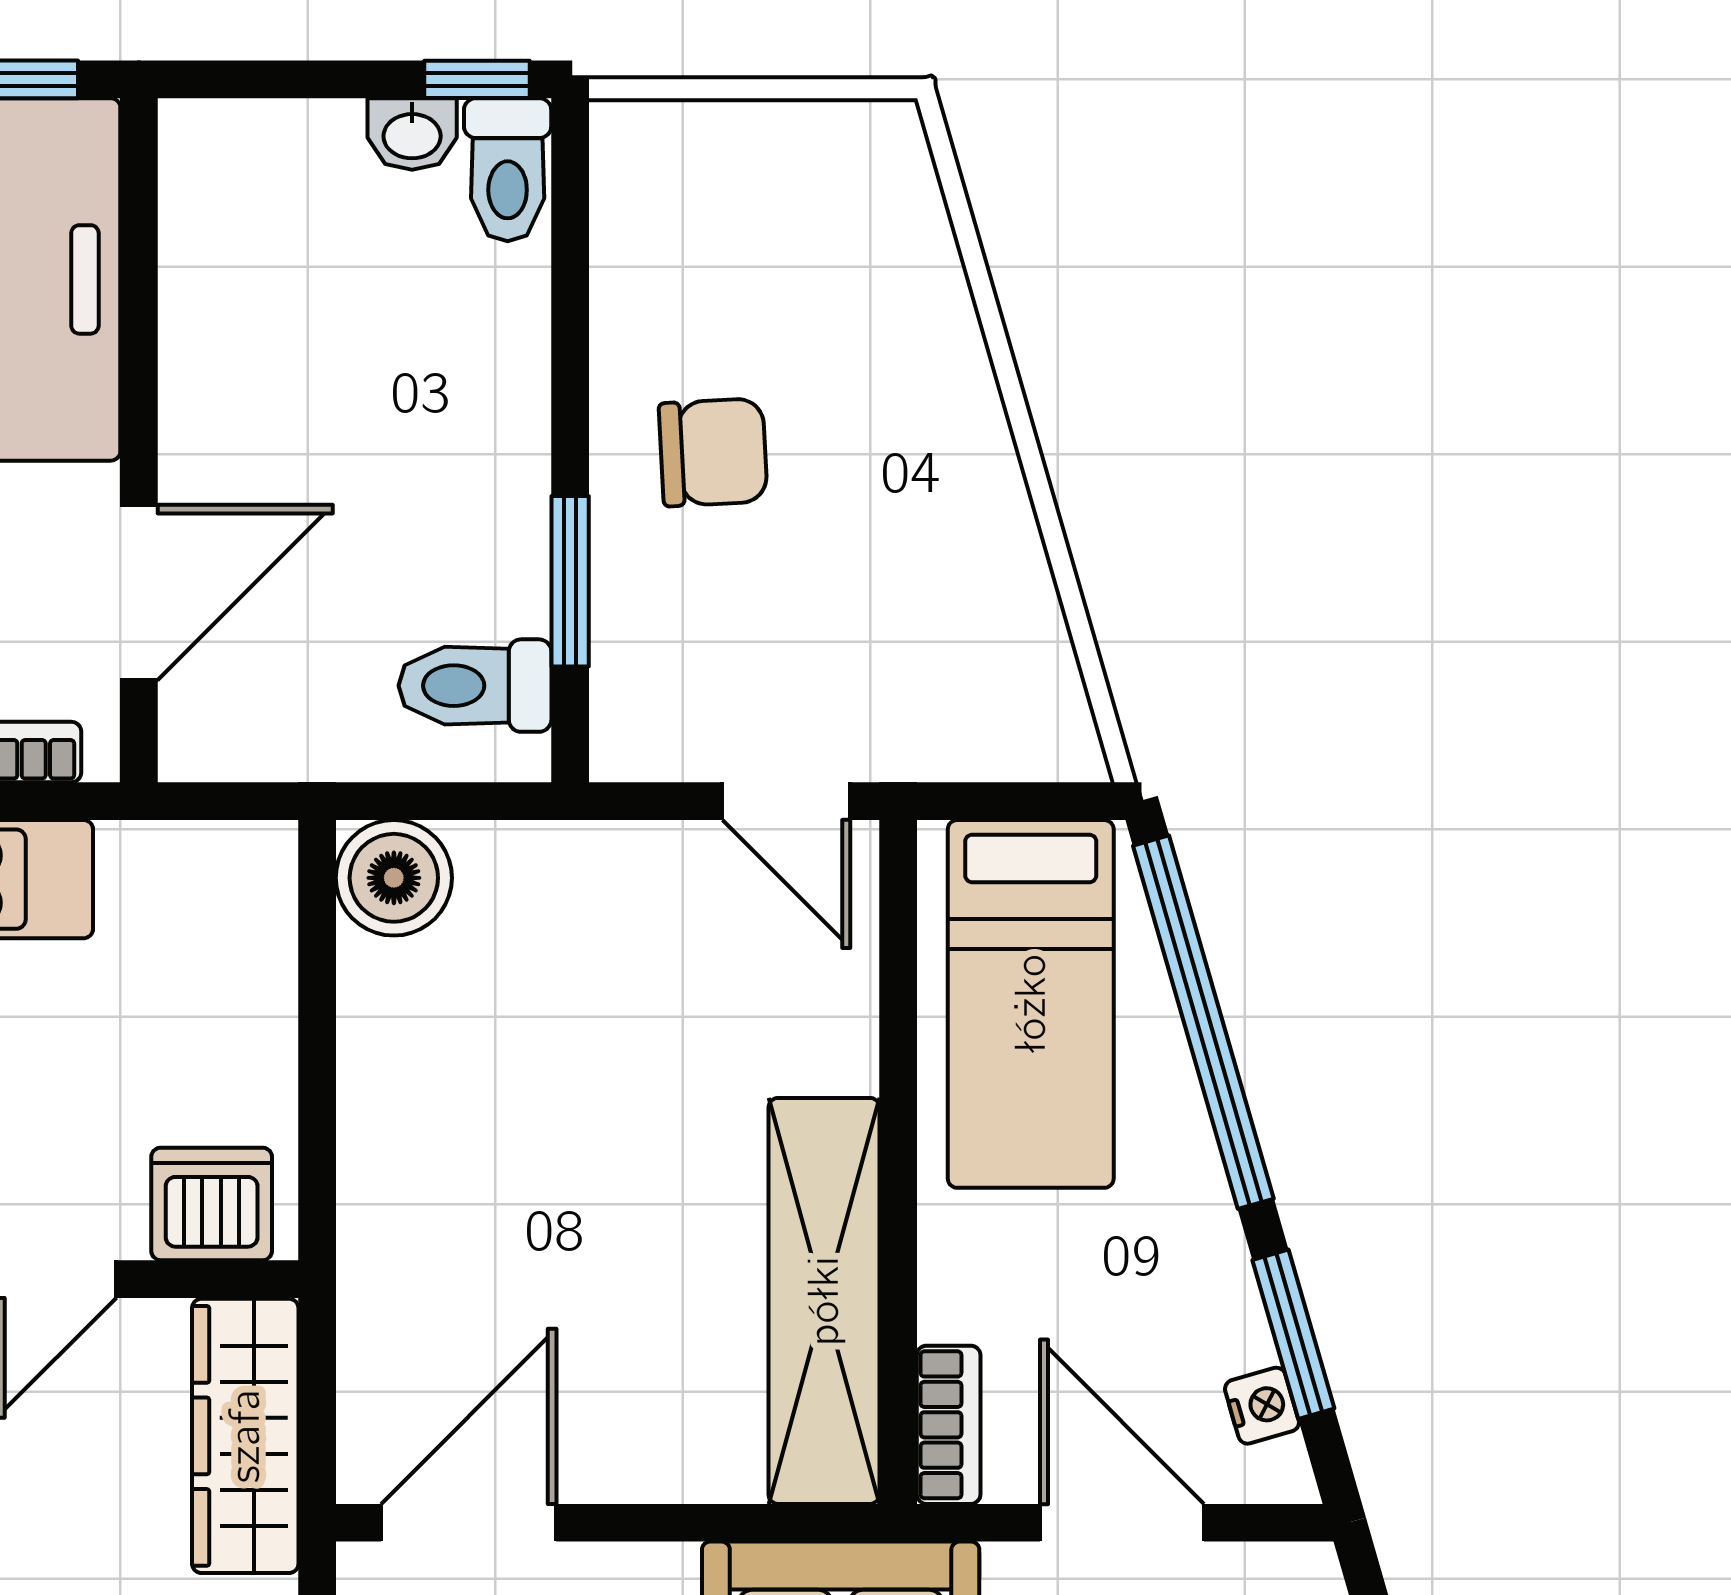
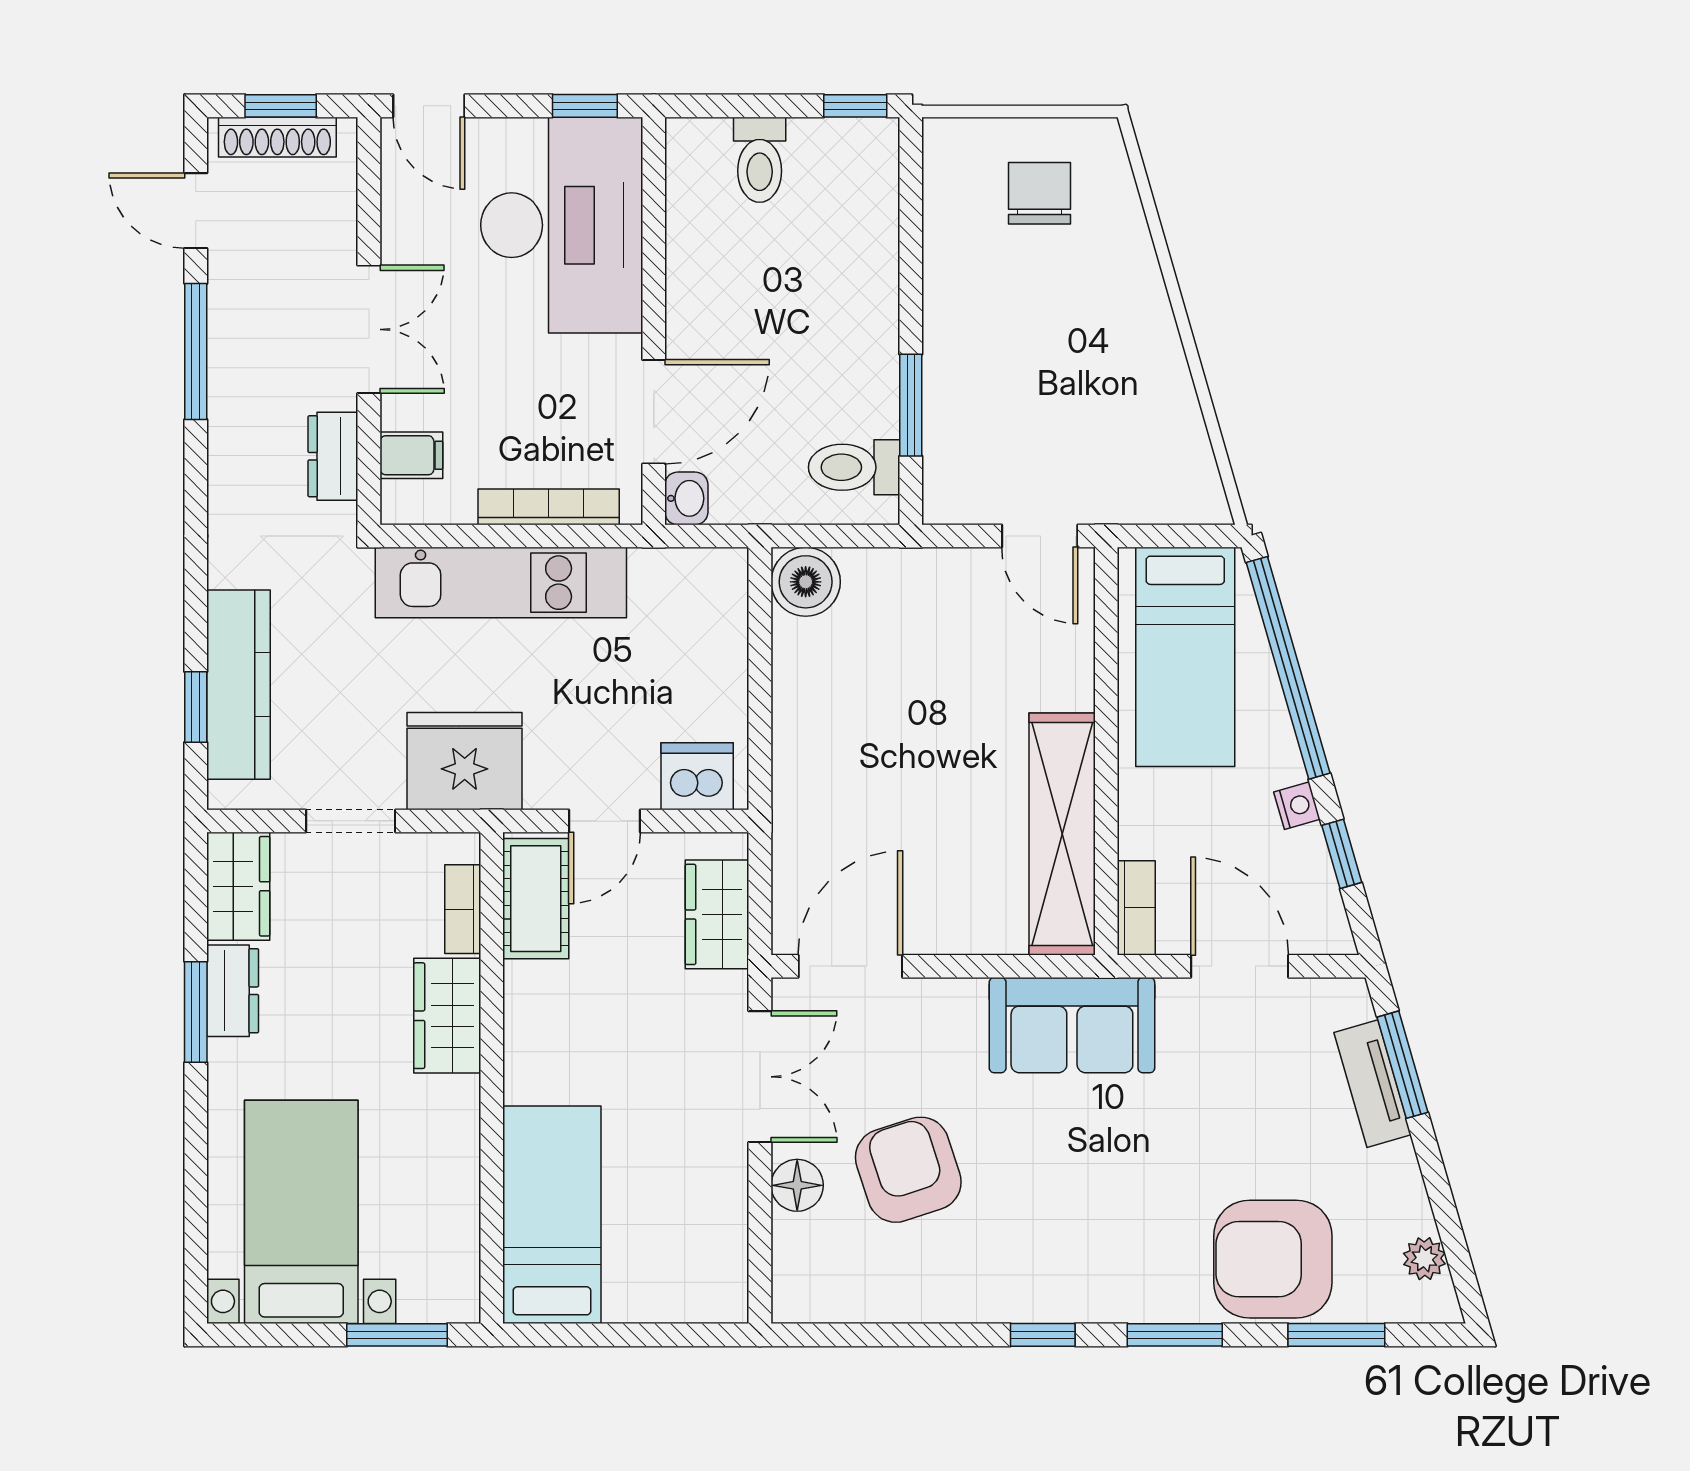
washbasin: (412, 134) -> (686, 498), moved, turned -90
toilet: (508, 170) -> (760, 160), moved
chair: (713, 452) -> (1040, 193), moved, turned -87
window: (1293, 1334) -> (1342, 854), width x0.67
nightstand: (1262, 1406) -> (1297, 806), moved
wardrobe: (245, 1436) -> (717, 914), width x0.67

